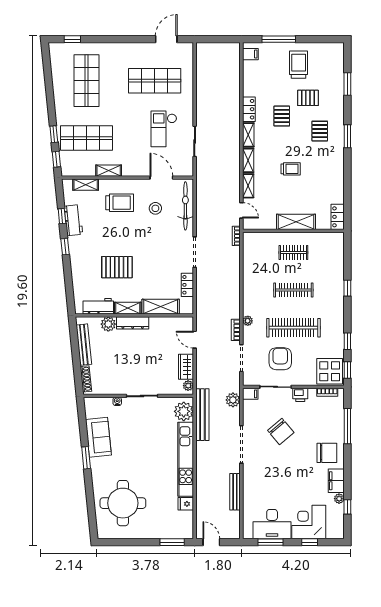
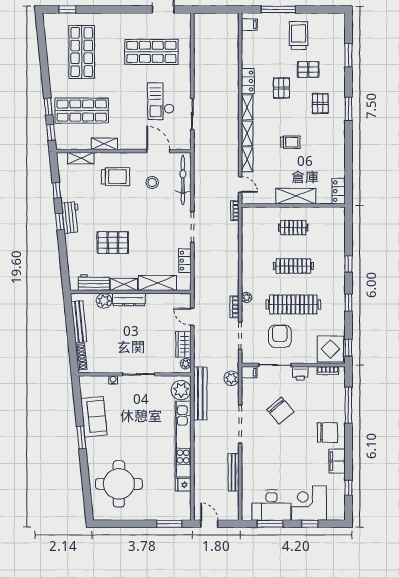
workbench: (73, 220) -> (71, 217), moved
window: (347, 341) -> (348, 302), moved
plant: (339, 499) -> (340, 479), removed

